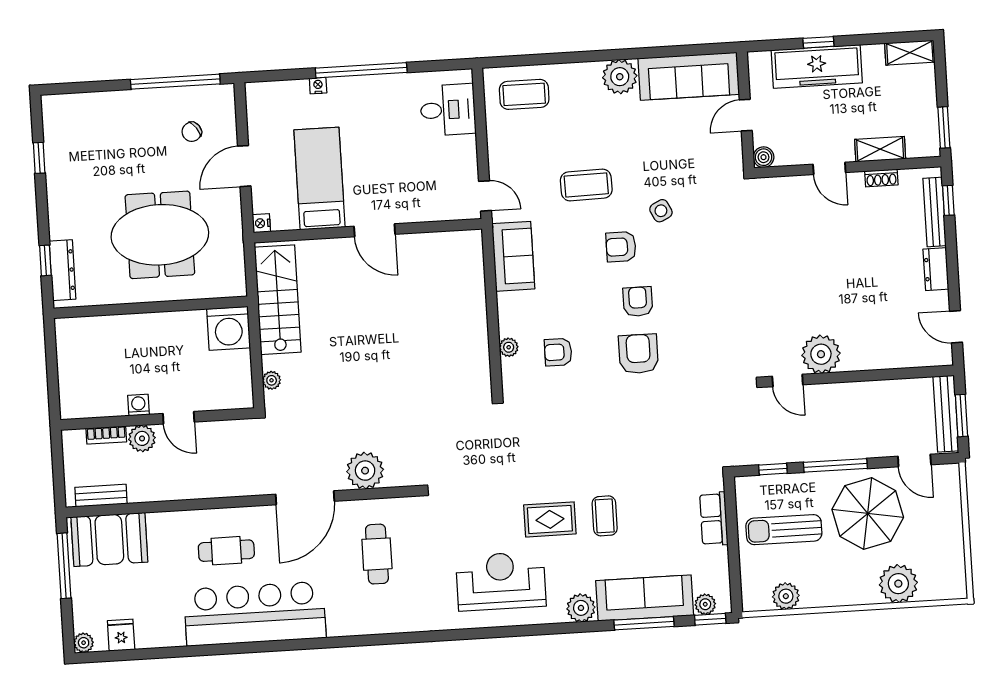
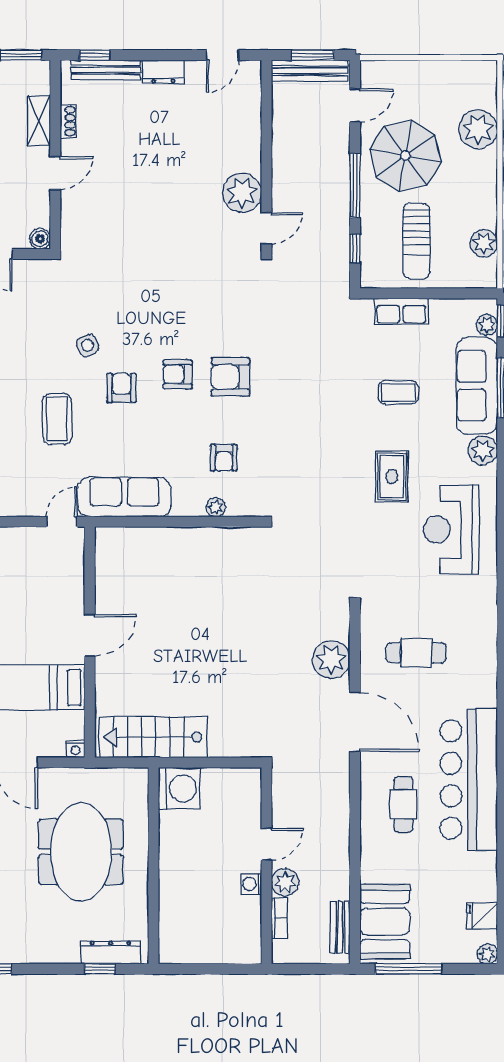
armchair: (621, 247) -> (121, 388), turned 180
sofa: (513, 256) -> (124, 497), width x1.36
plant: (272, 380) -> (234, 748), removed
coffee table: (605, 516) -> (398, 392), moved

